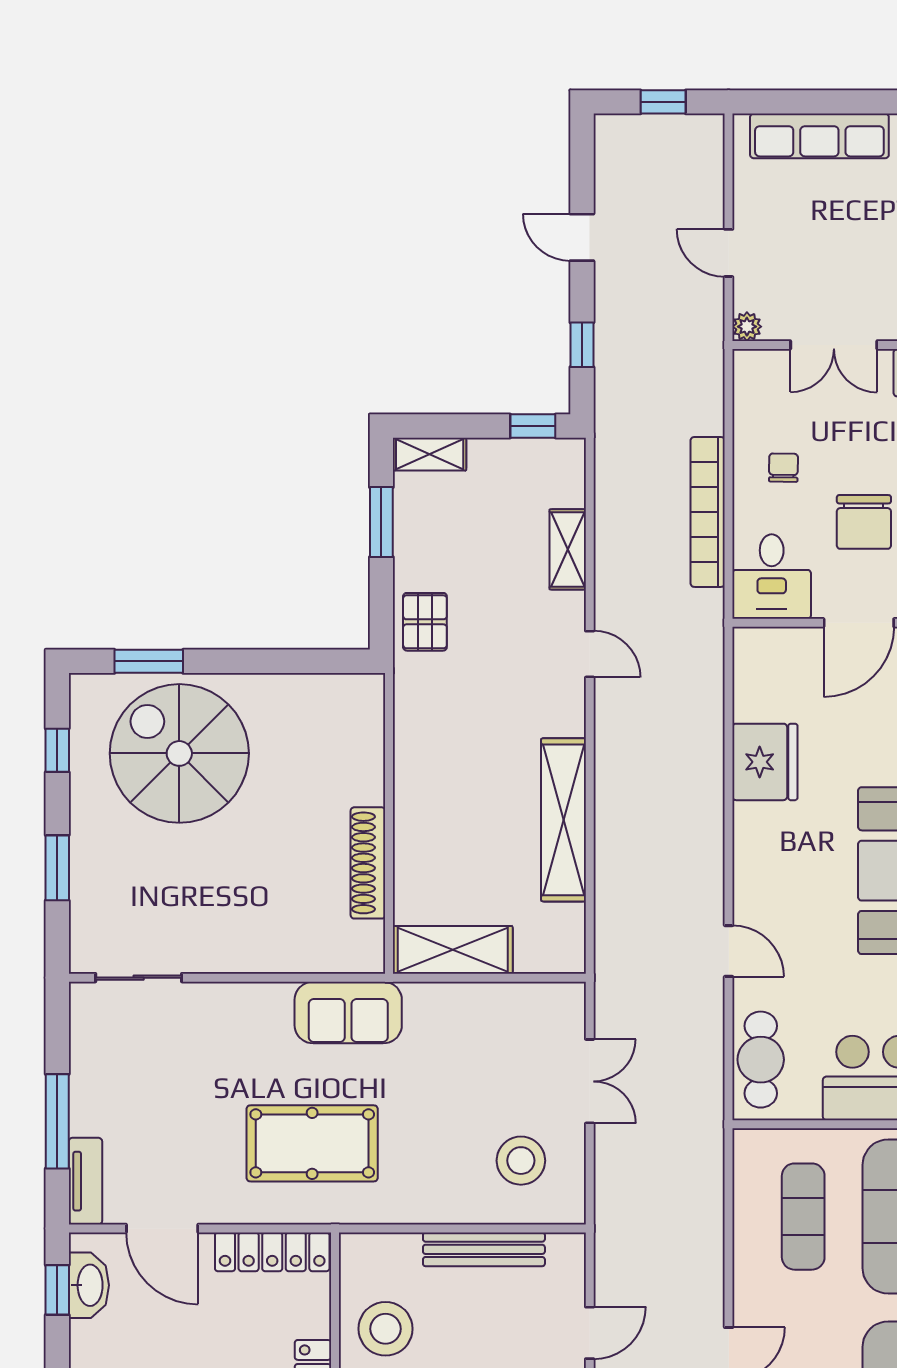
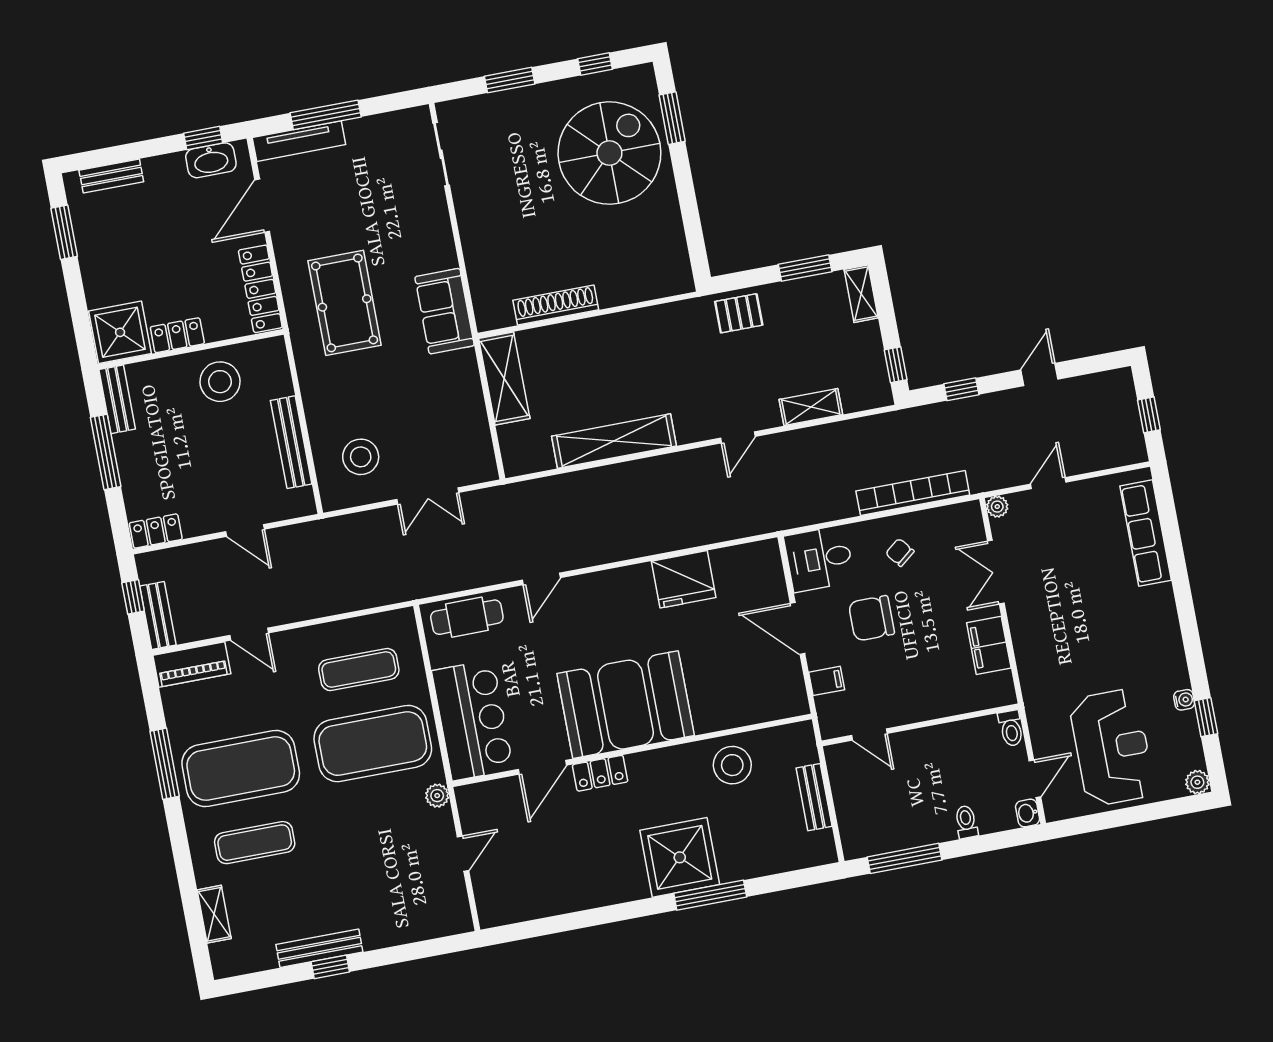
chair: (783, 468) -> (900, 552), turned -130
bookcase: (708, 512) -> (913, 493), moved
tv unit: (85, 1181) -> (299, 141), width x1.41

